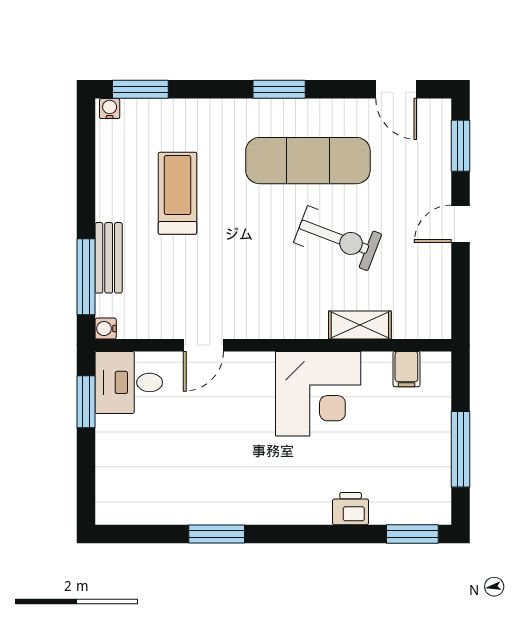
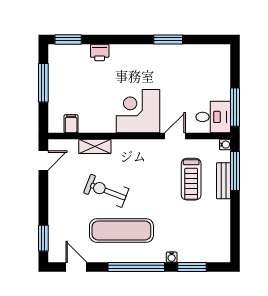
window: (140, 89) -> (192, 267), moved
window: (279, 89) -> (136, 267), width x2.11
water cooler: (110, 109) -> (172, 257), moved
treadmill: (177, 193) -> (191, 179), moved
door: (461, 224) -> (43, 160), moved
corner desk: (318, 394) -> (138, 111), moved
window: (86, 402) -> (235, 107), width x1.44

